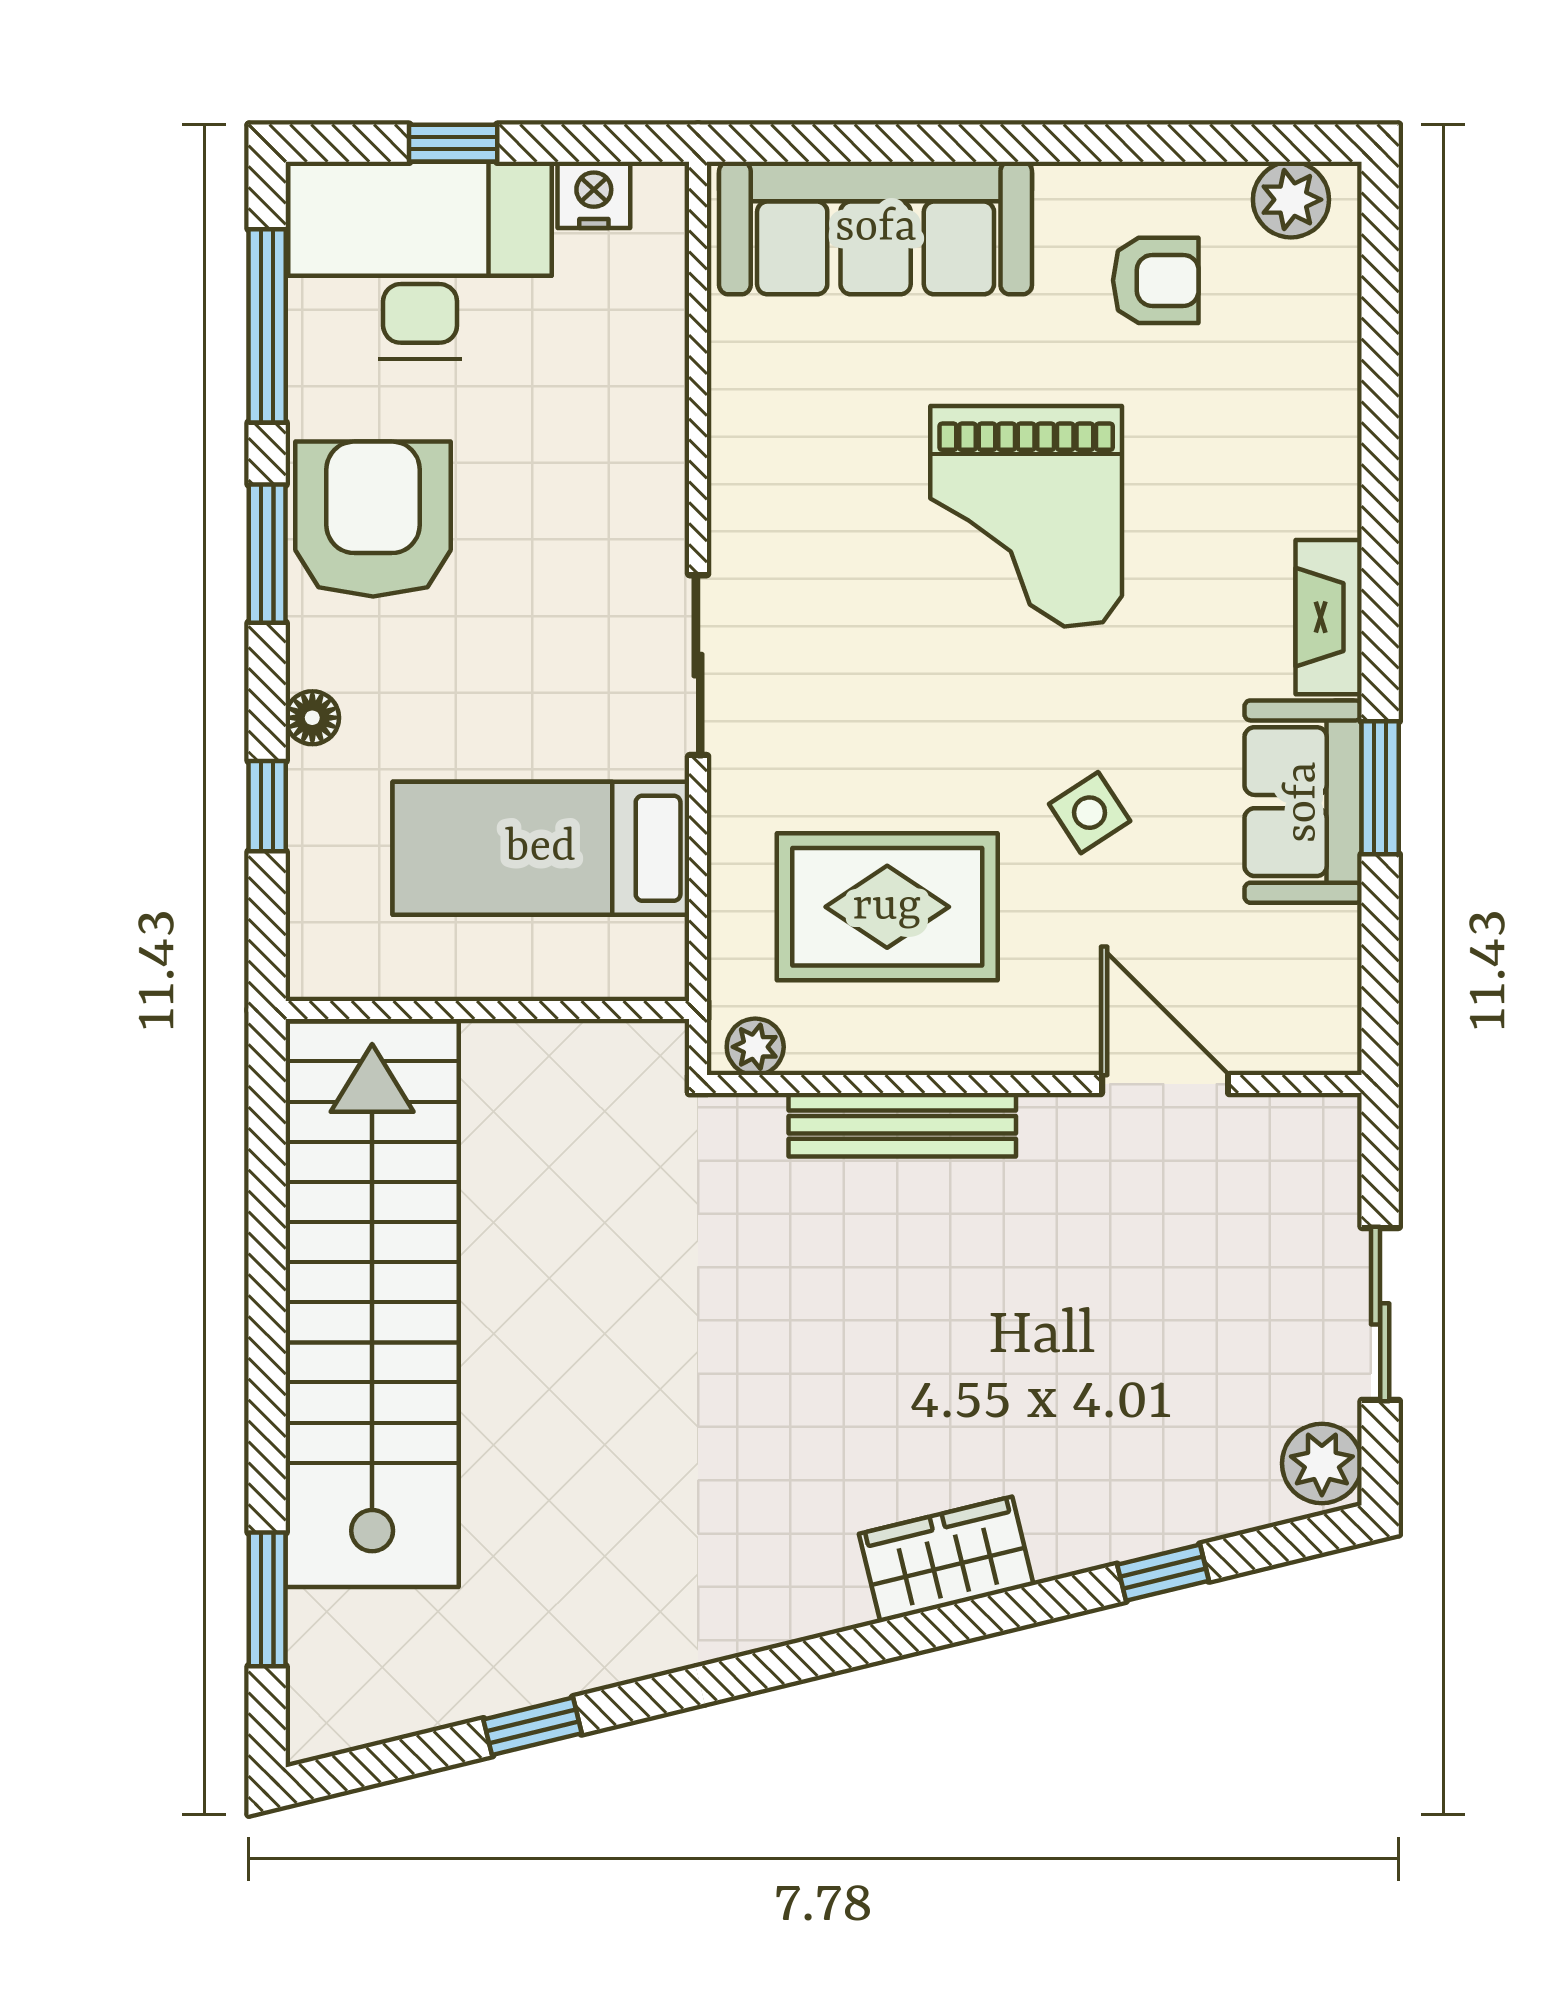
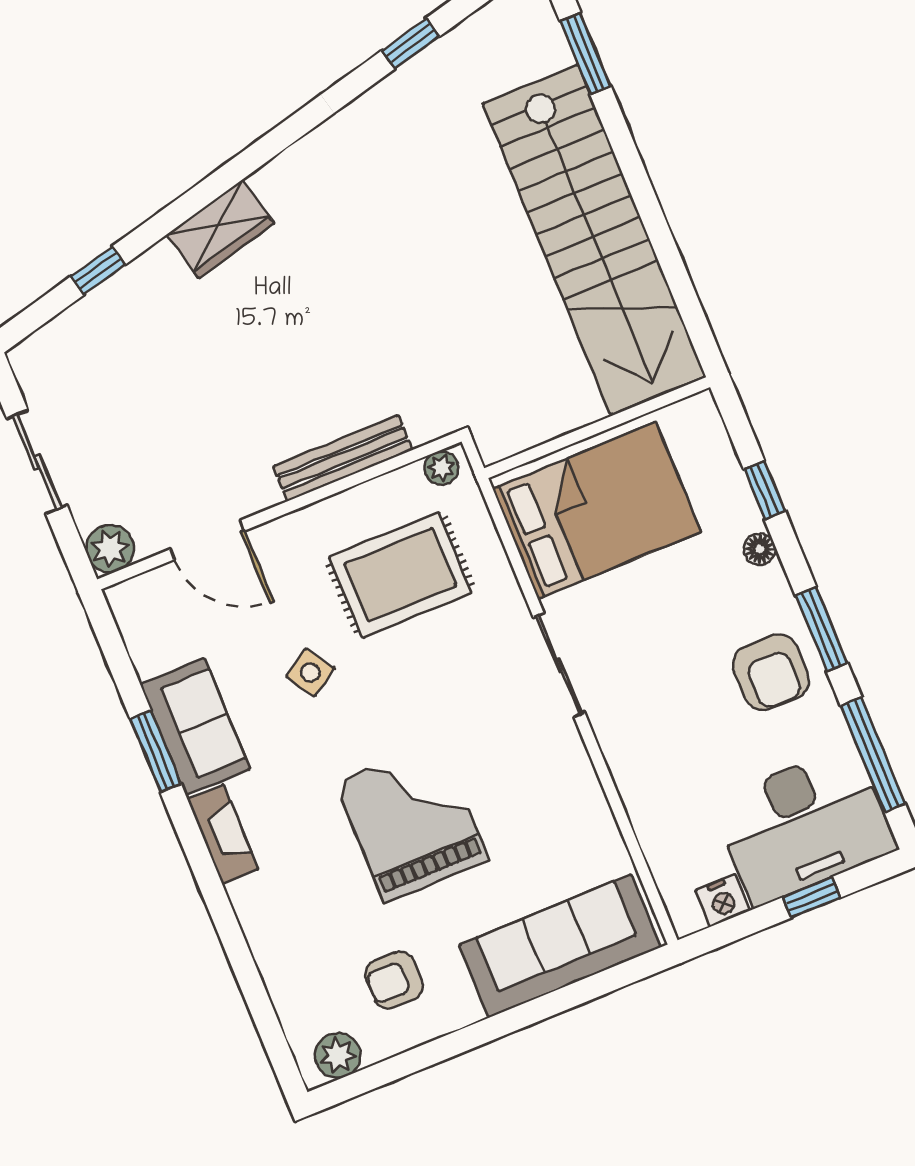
armchair: (373, 519) -> (771, 672), width x0.73, depth x0.73
bed: (541, 848) -> (597, 510), width x1.50
plant: (1322, 1463) -> (110, 549), moved

